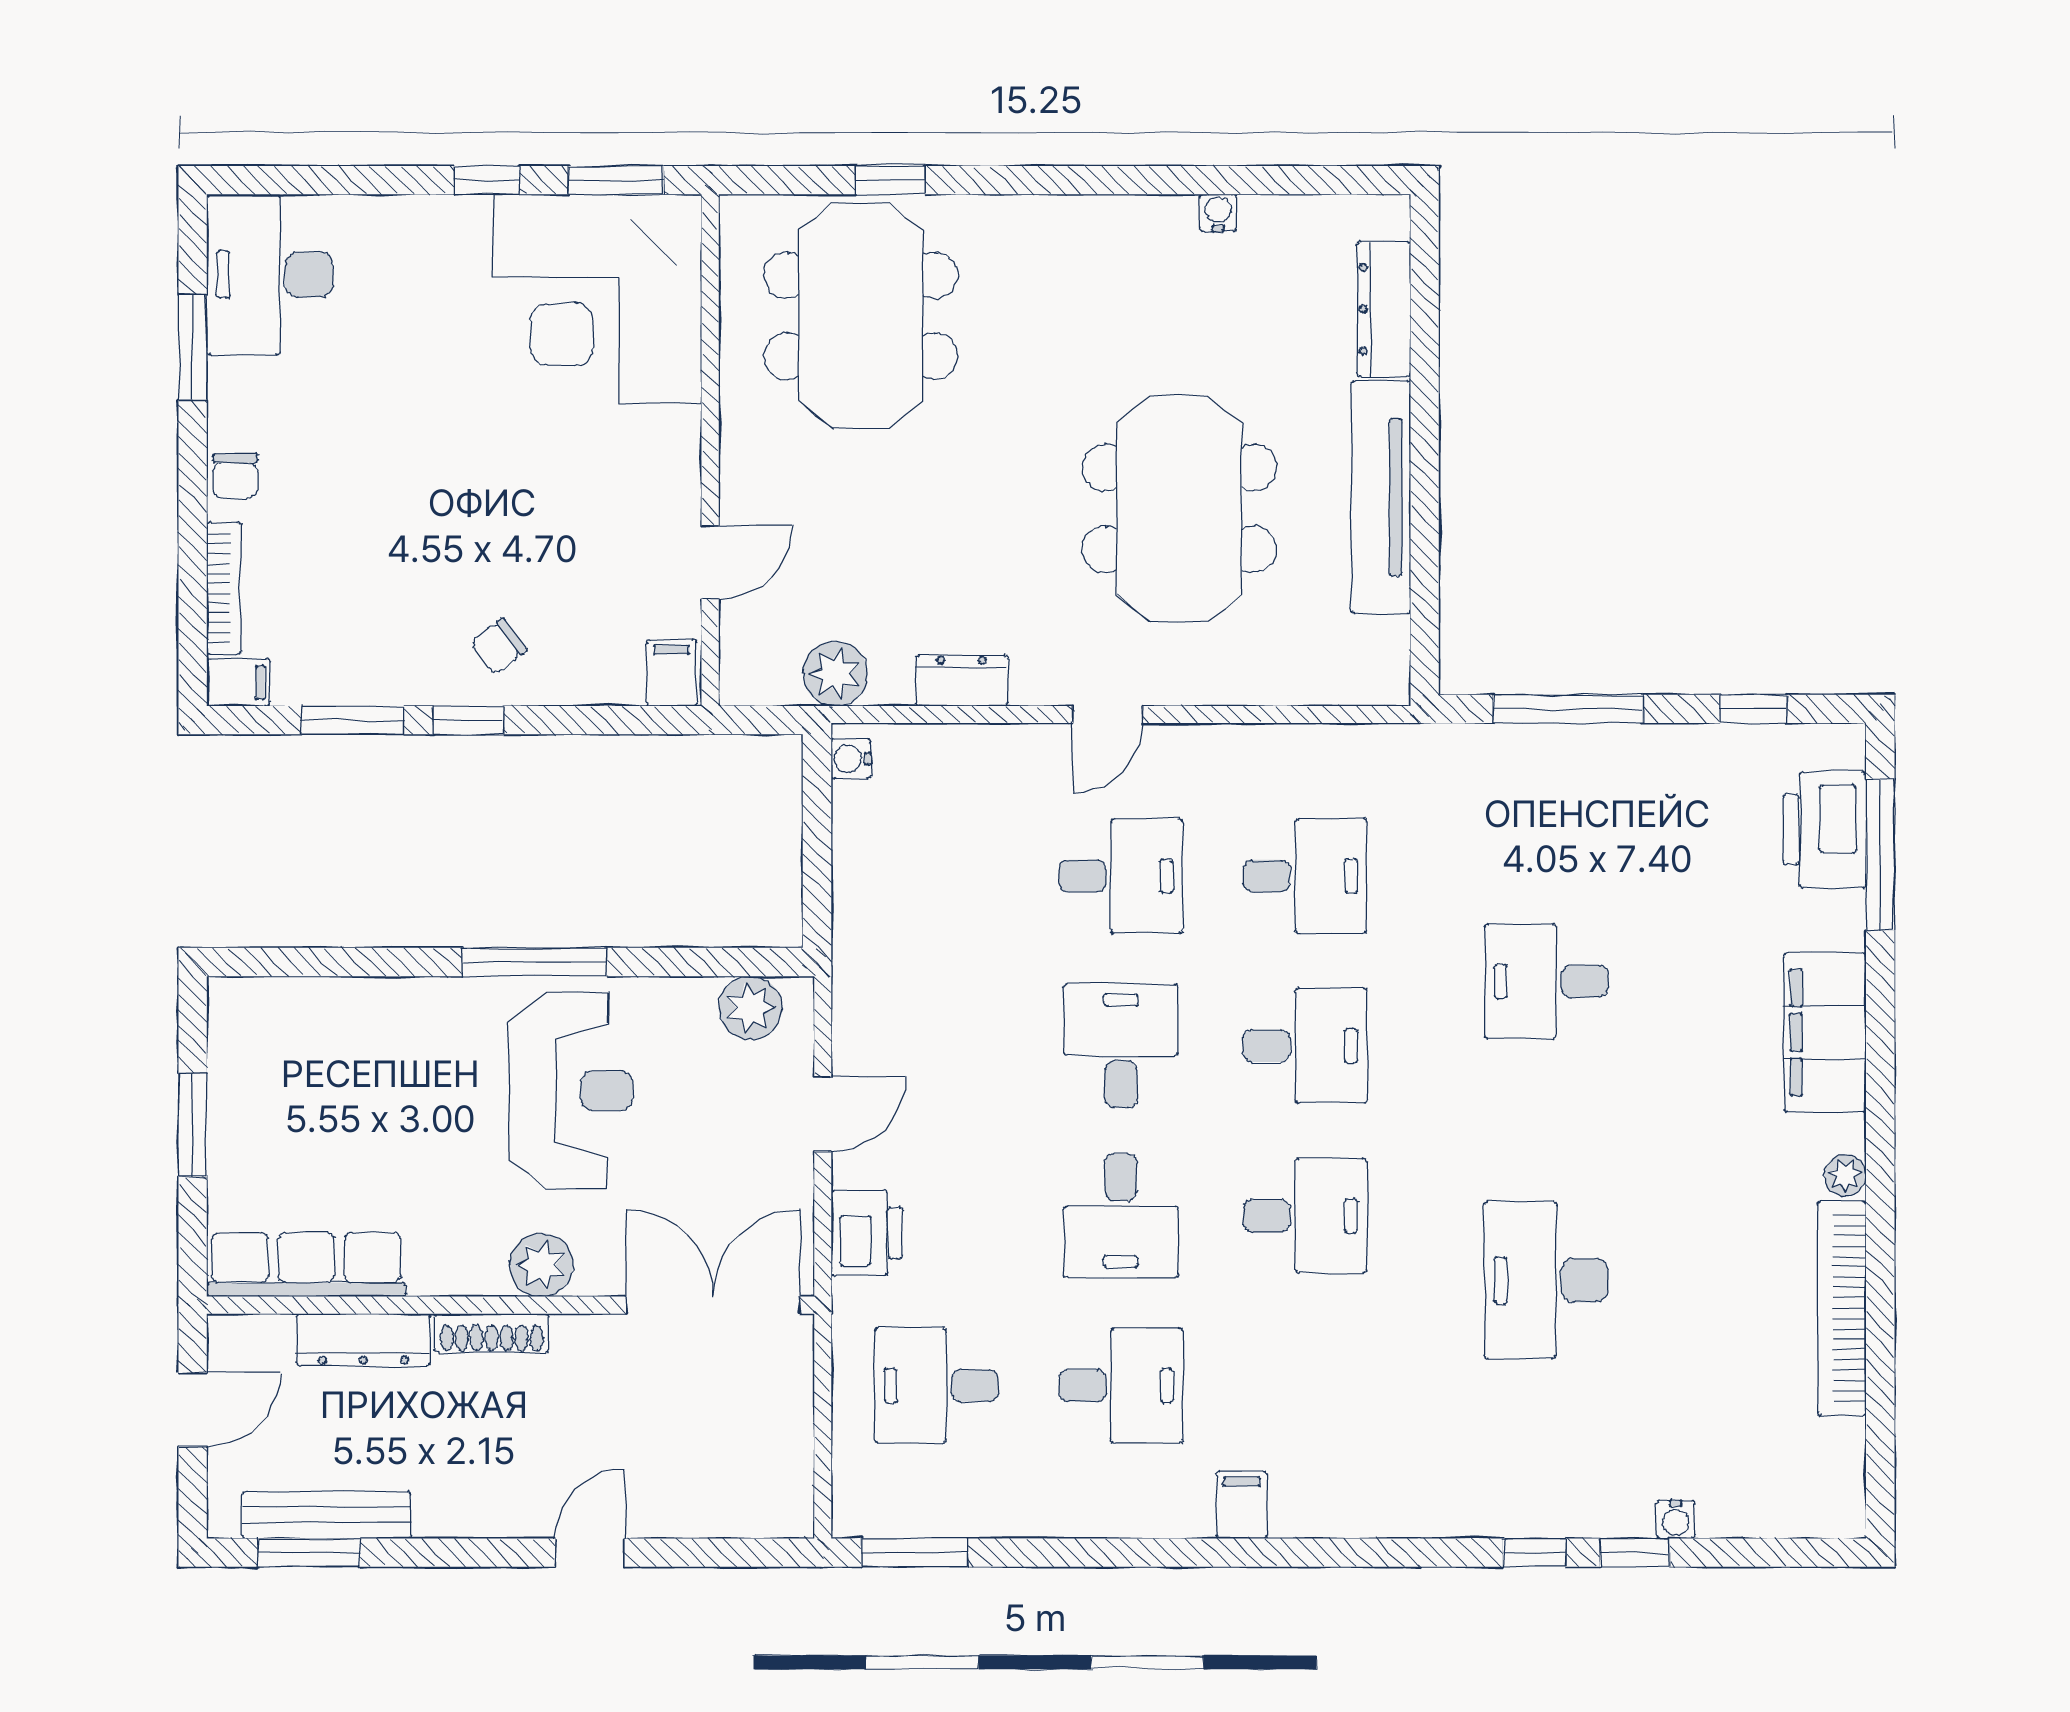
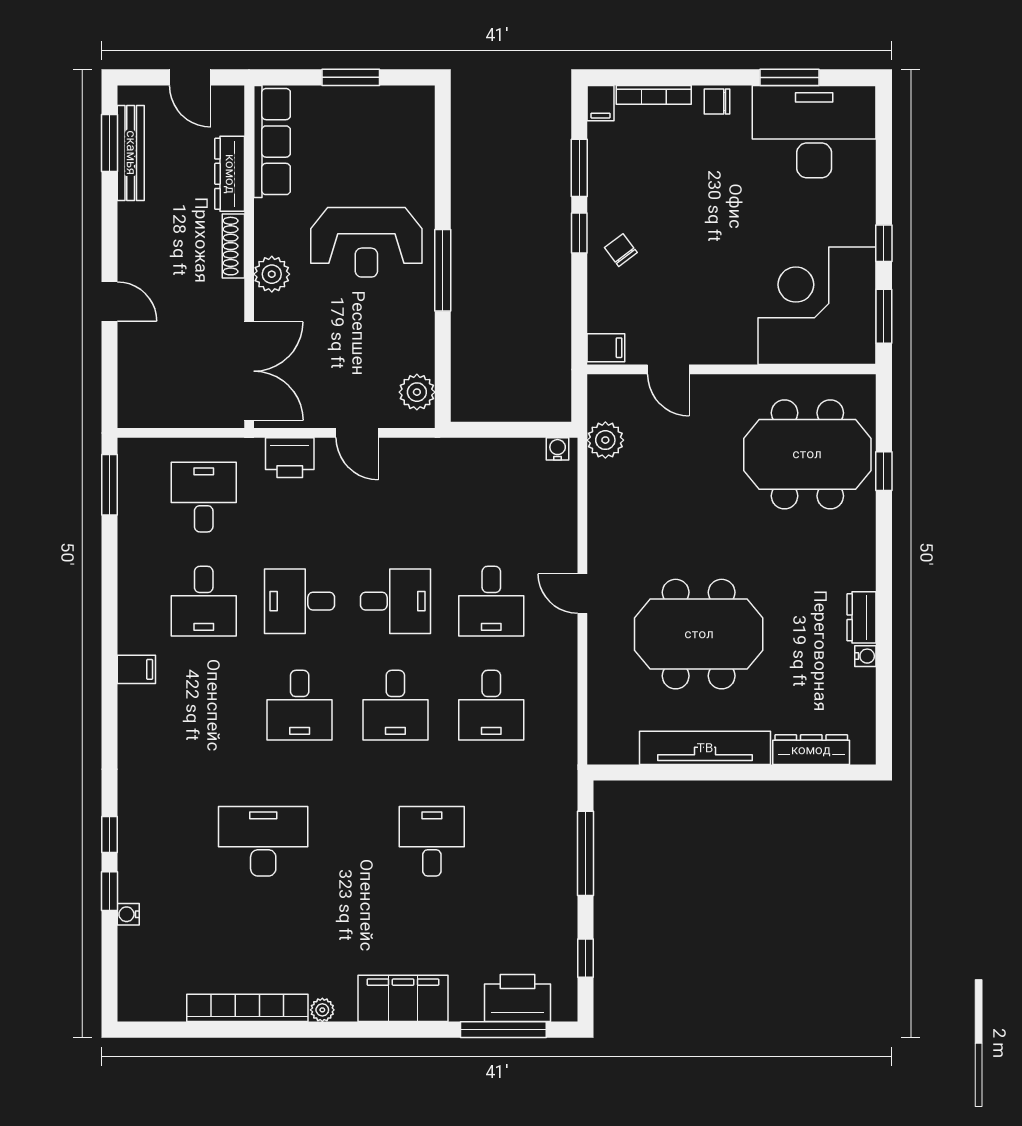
desk: (270, 275) -> (814, 132), width x1.36, depth x1.30
dresser: (962, 680) -> (861, 617), moved, turned 180
reception desk: (571, 1091) -> (366, 242), moved

